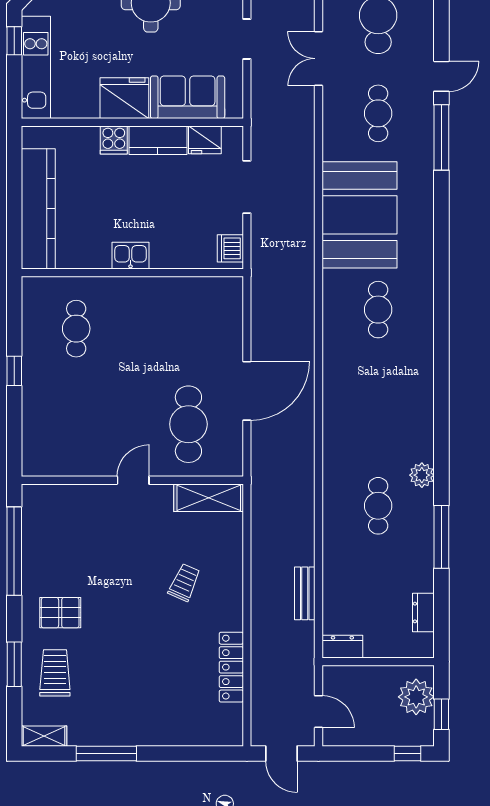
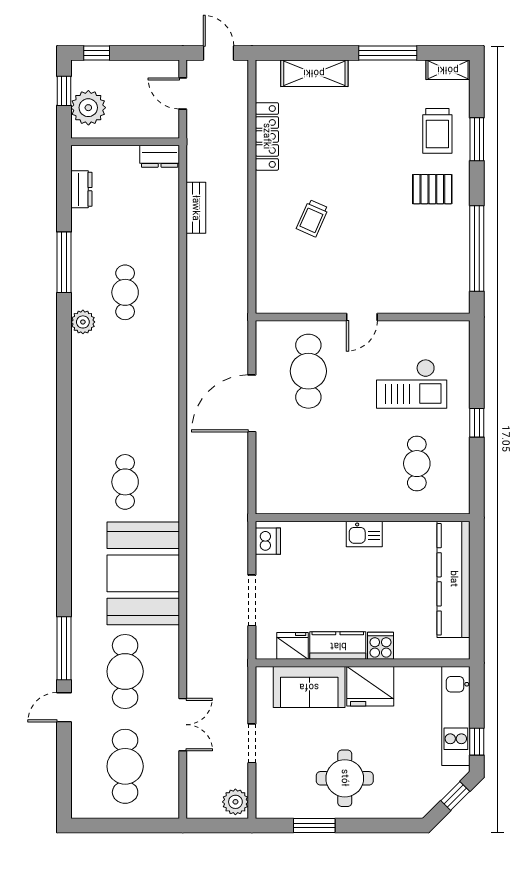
cafe table: (378, 113) -> (125, 671), width x1.37, depth x1.35
checkout: (82, 411) -> (412, 384), added
shelving: (209, 498) -> (314, 73), moved

